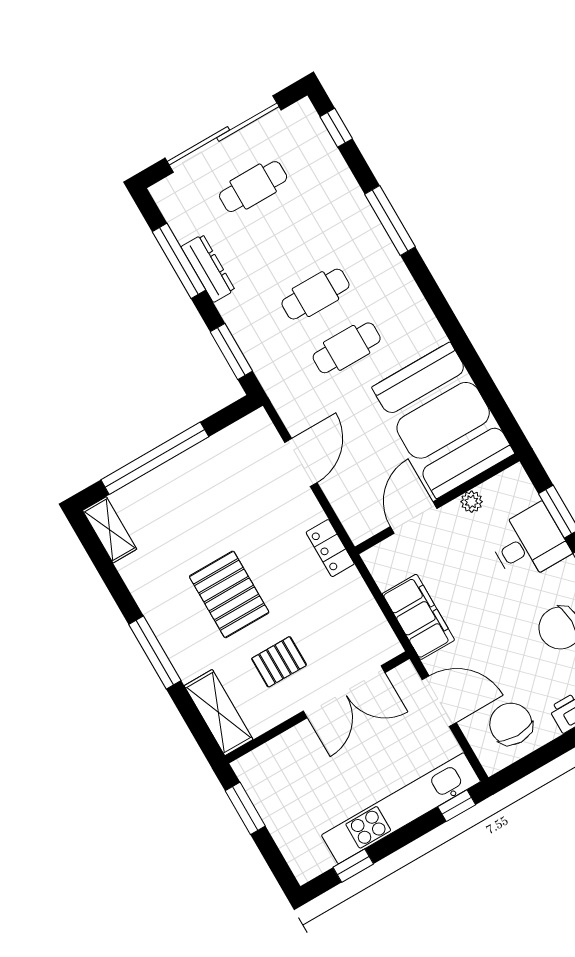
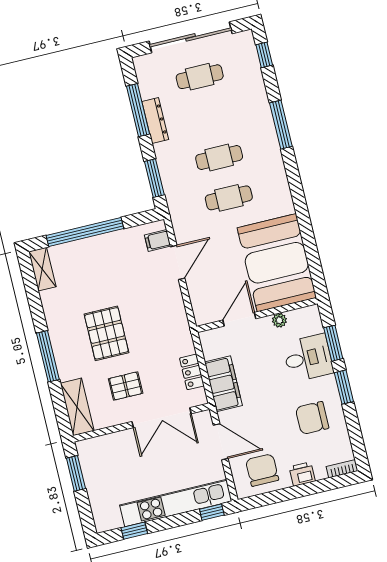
filing cabinet: (263, 440) -> (158, 241), added
locker: (330, 548) -> (192, 372), moved

